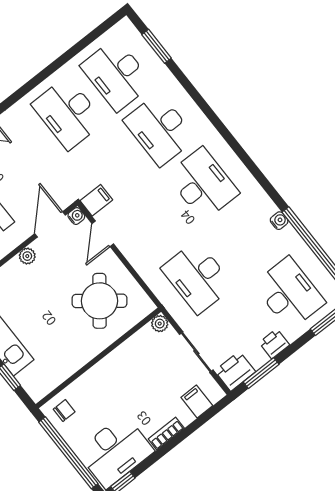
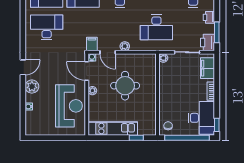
desk: (68, 113) -> (47, 27), turned 180
plant: (132, 252) -> (125, 46), added
round table: (99, 301) -> (125, 86), moved, turned -38
filing cabinet: (197, 401) -> (208, 68), width x2.00

